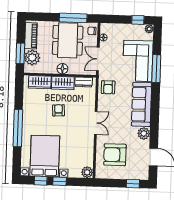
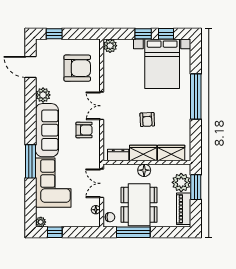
double door: (98, 59) -> (102, 183), swing flipped
window: (156, 69) -> (30, 161), moved
armchair: (108, 87) -> (84, 130), moved, turned 90

